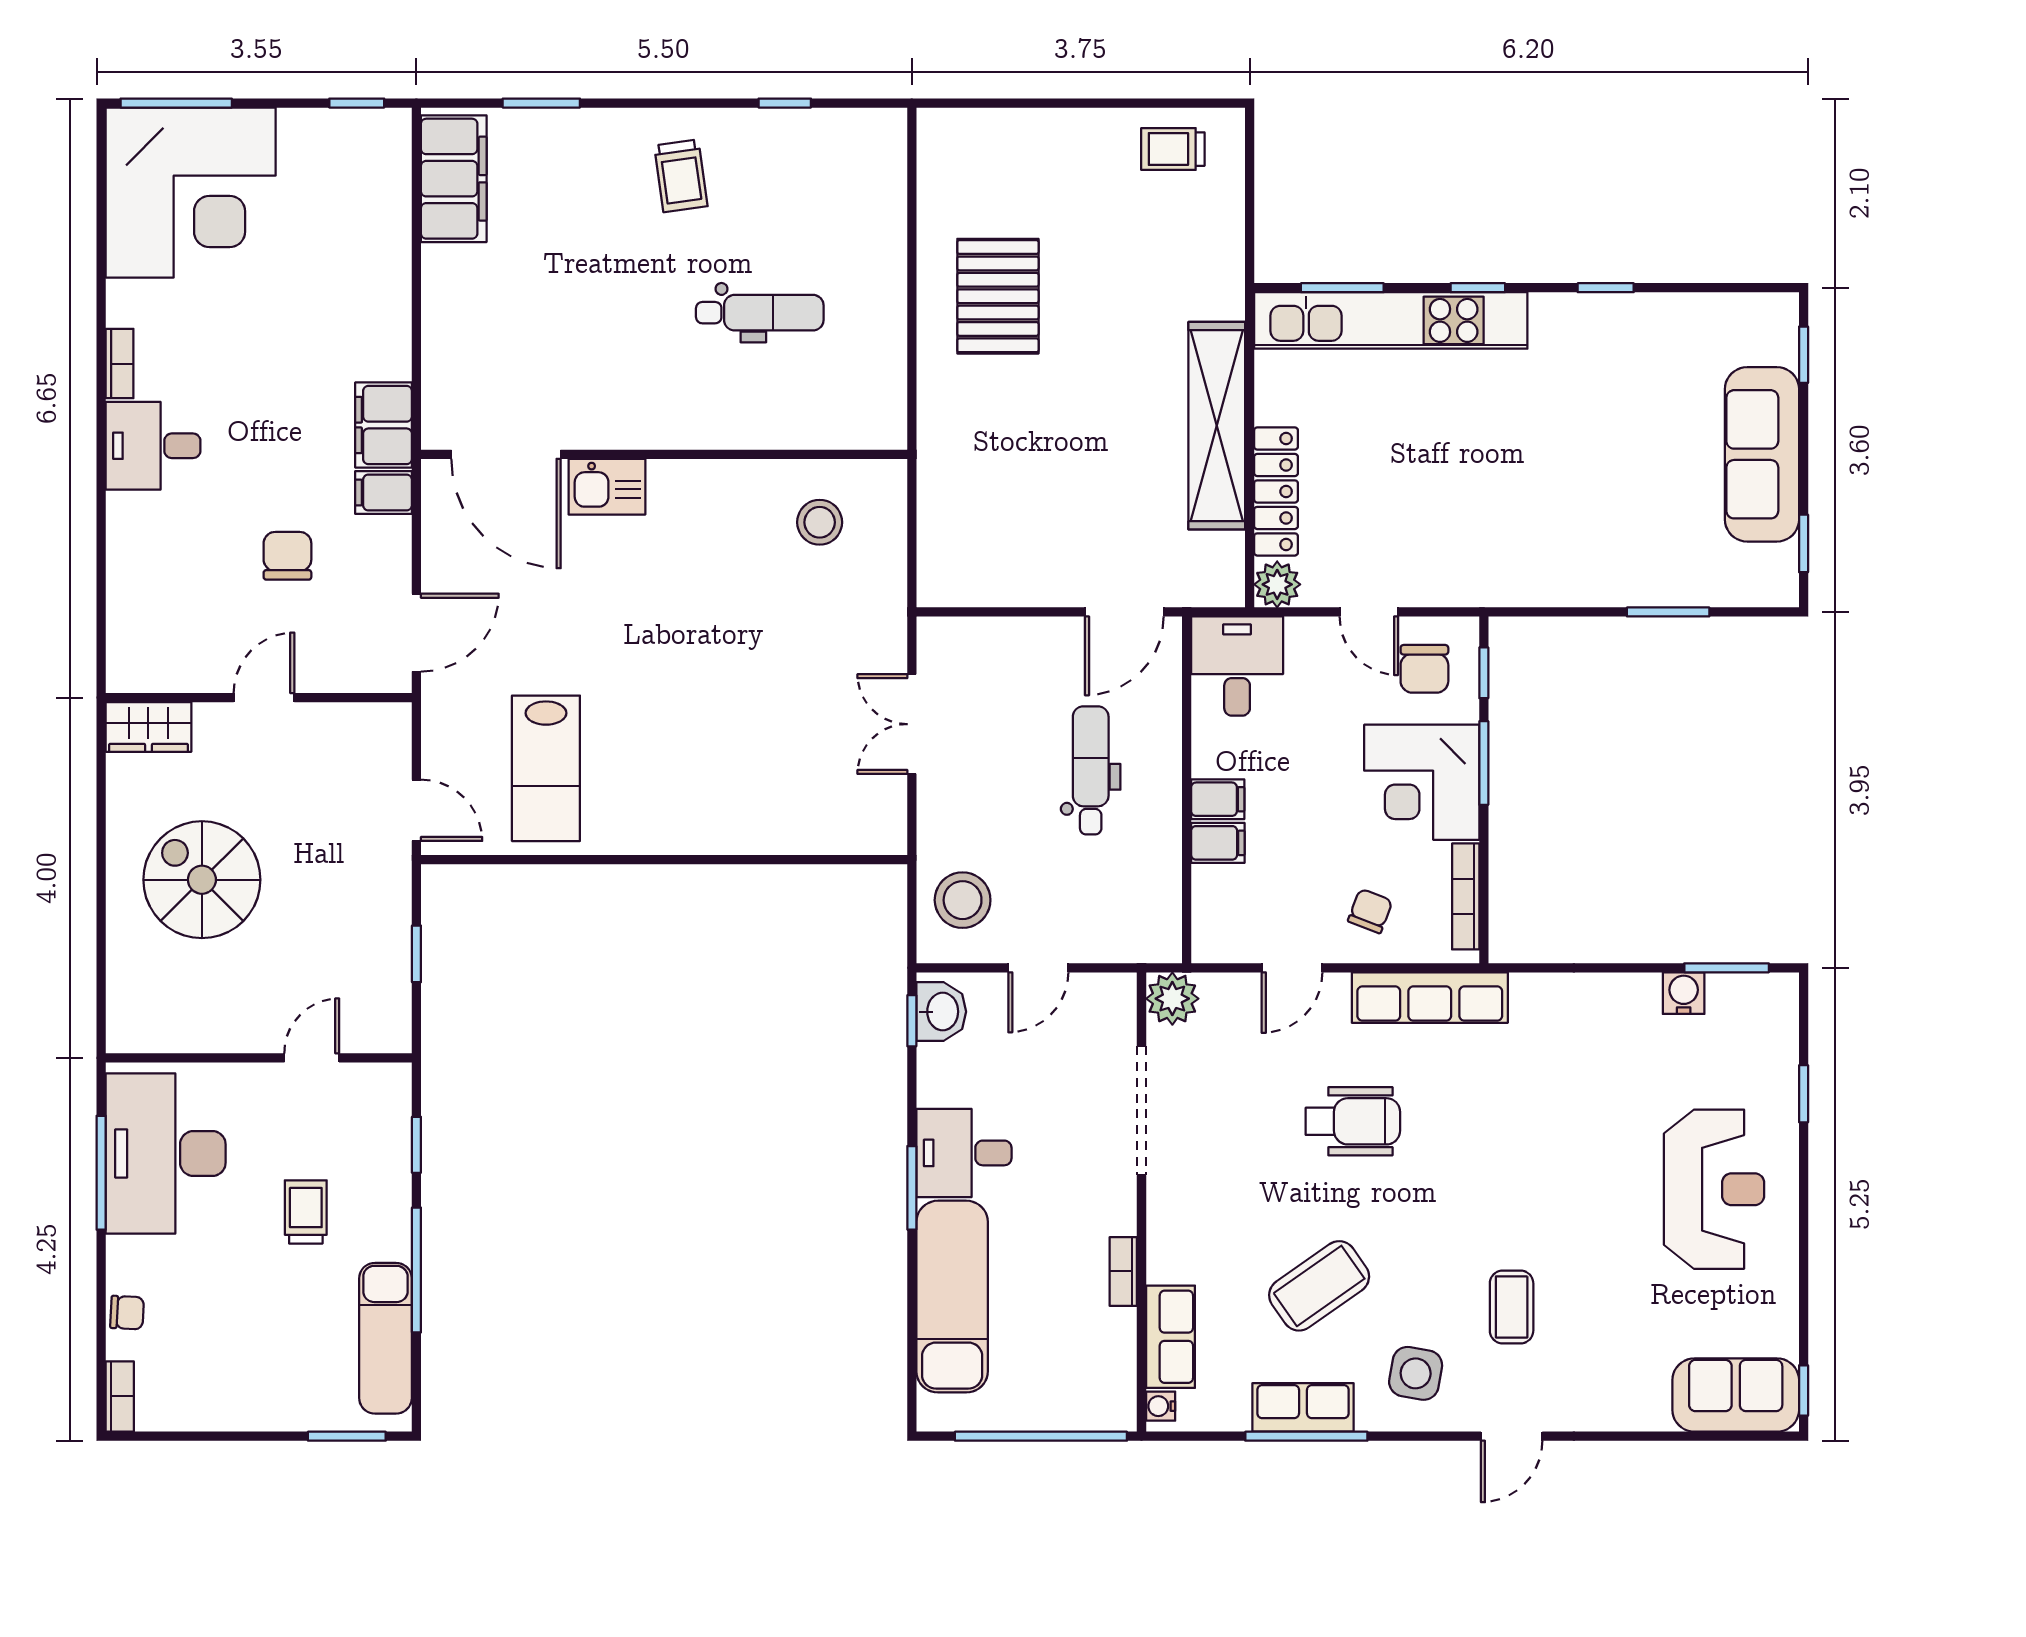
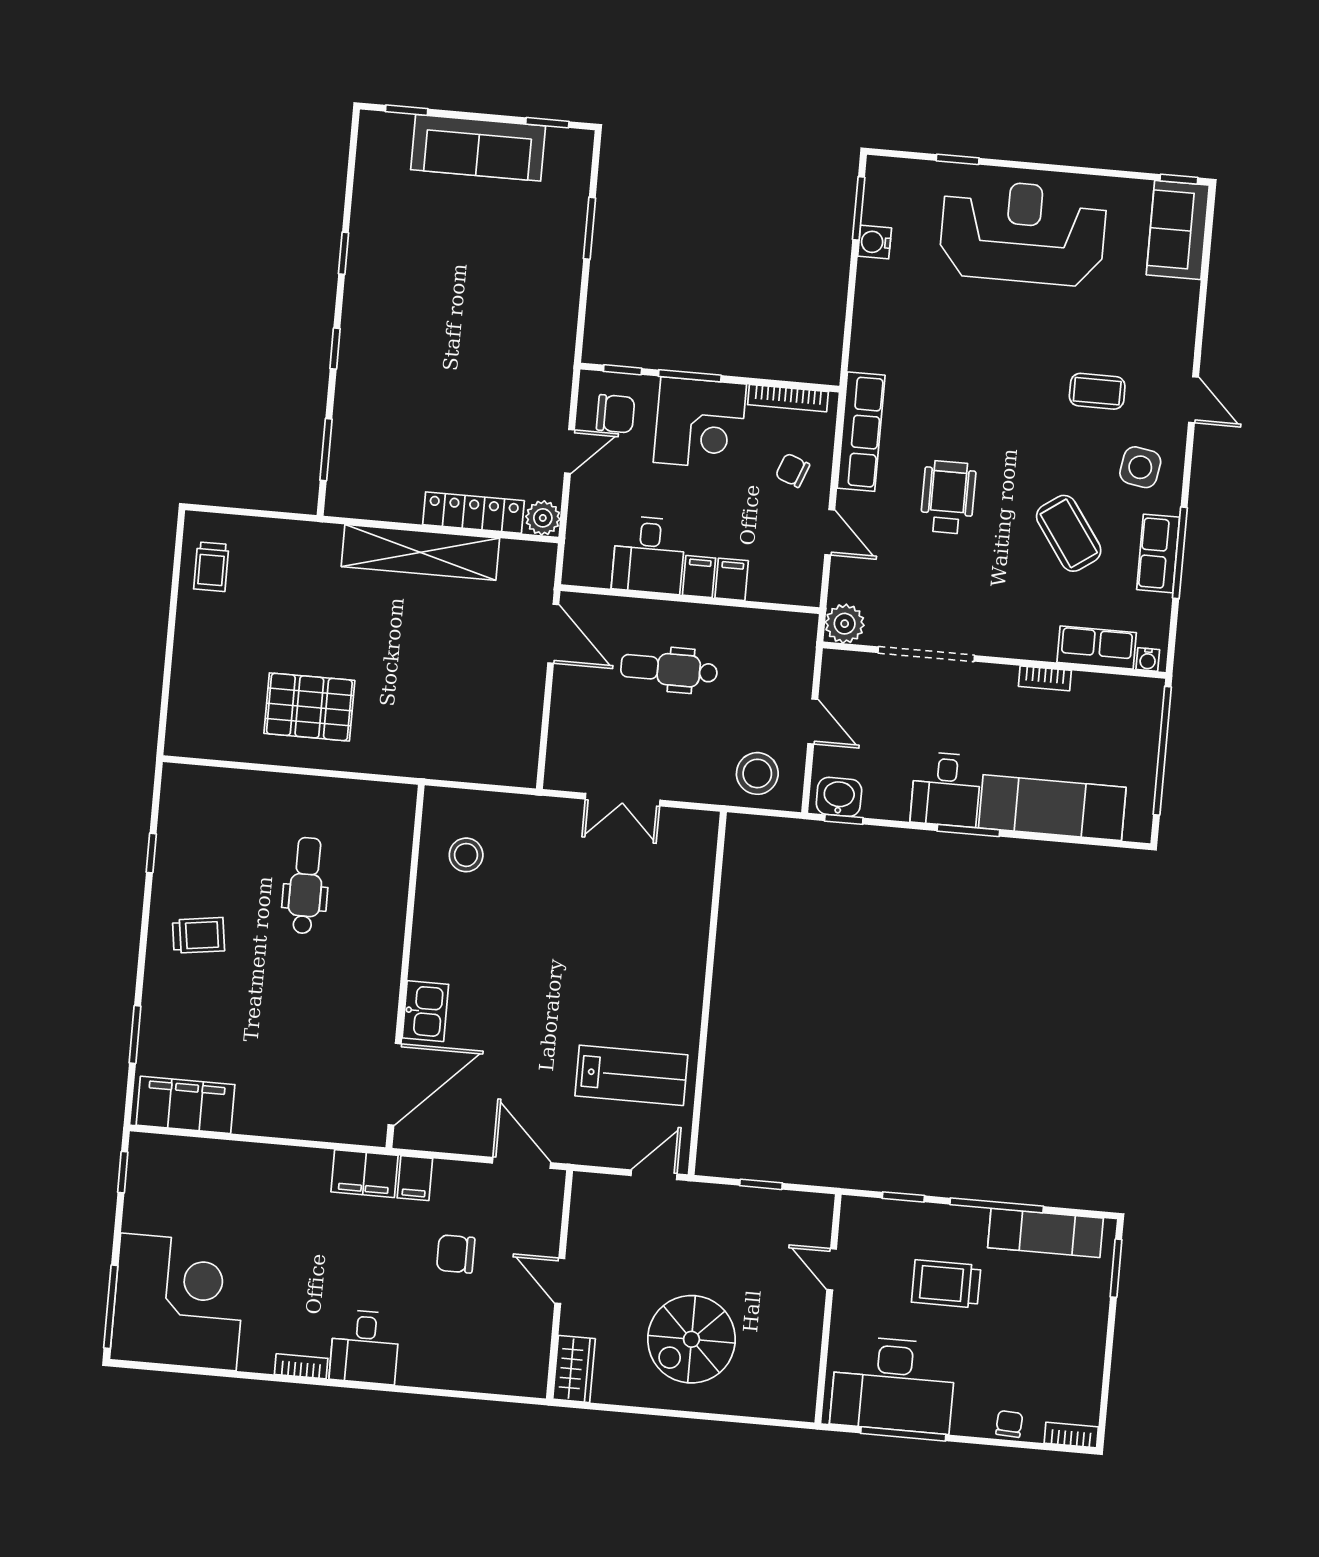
kitchen unit: (1391, 320) -> (354, 416), removed
desk: (1237, 666) -> (649, 555), moved, turned -90
reception desk: (1714, 1189) -> (1023, 232), width x1.36, depth x1.30
trolley: (306, 1212) -> (946, 1284), width x1.36, depth x1.39

